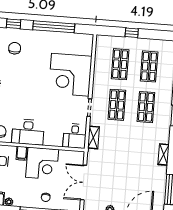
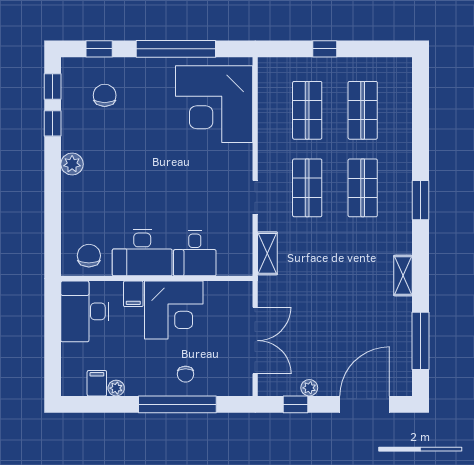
corner desk: (70, 75) -> (214, 104), moved
desk: (75, 136) -> (195, 253), moved
double door: (84, 183) -> (255, 340), swing flipped

